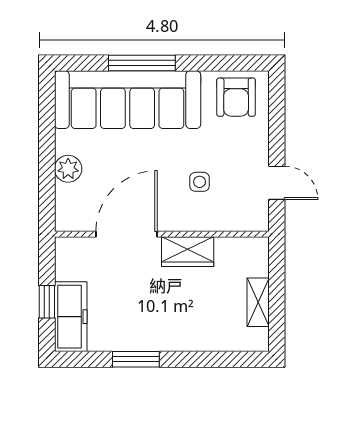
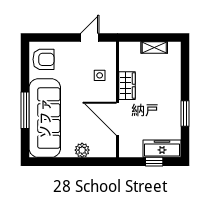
side table: (200, 182) -> (100, 75), moved

